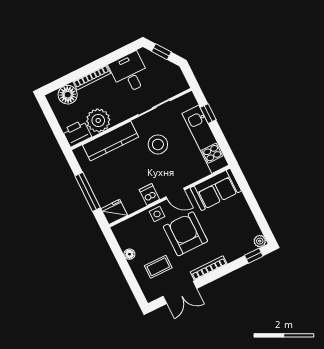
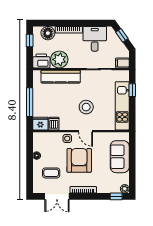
filing cabinet: (179, 86) -> (122, 63), added
window: (50, 115) -> (30, 41), added
stool: (158, 144) -> (86, 107), moved
sofa: (216, 189) -> (120, 157), moved, turned 90
dishwasher: (149, 195) -> (54, 124), moved

